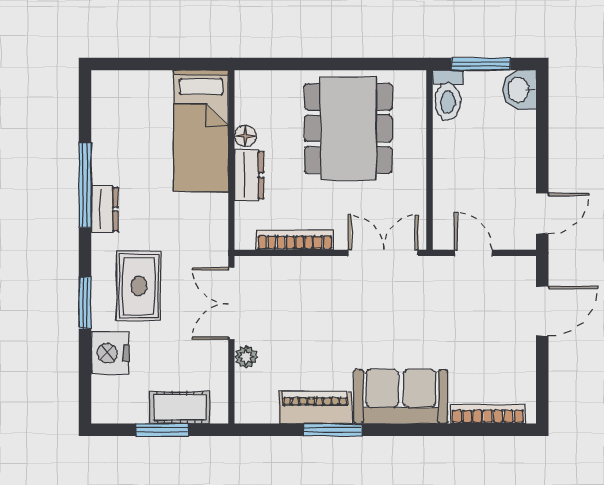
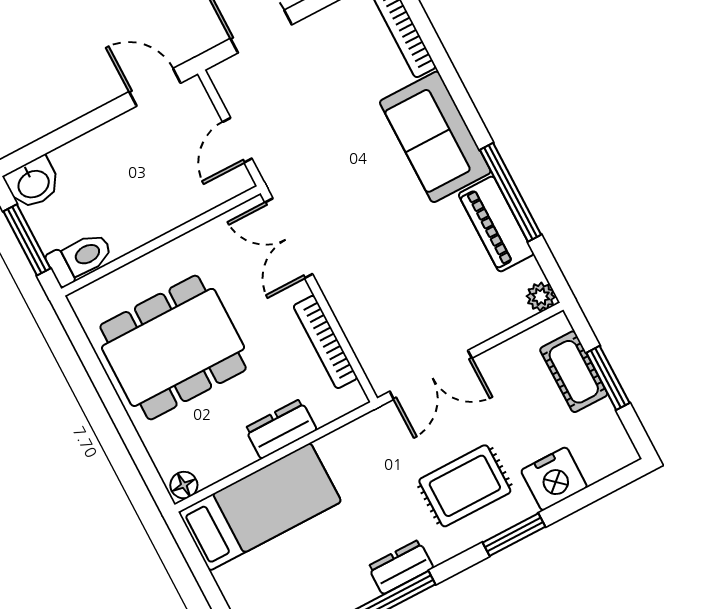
floor lamp: (245, 136) -> (184, 485), moved
plant: (246, 357) -> (541, 297), moved
window: (333, 430) -> (510, 192), width x1.44

